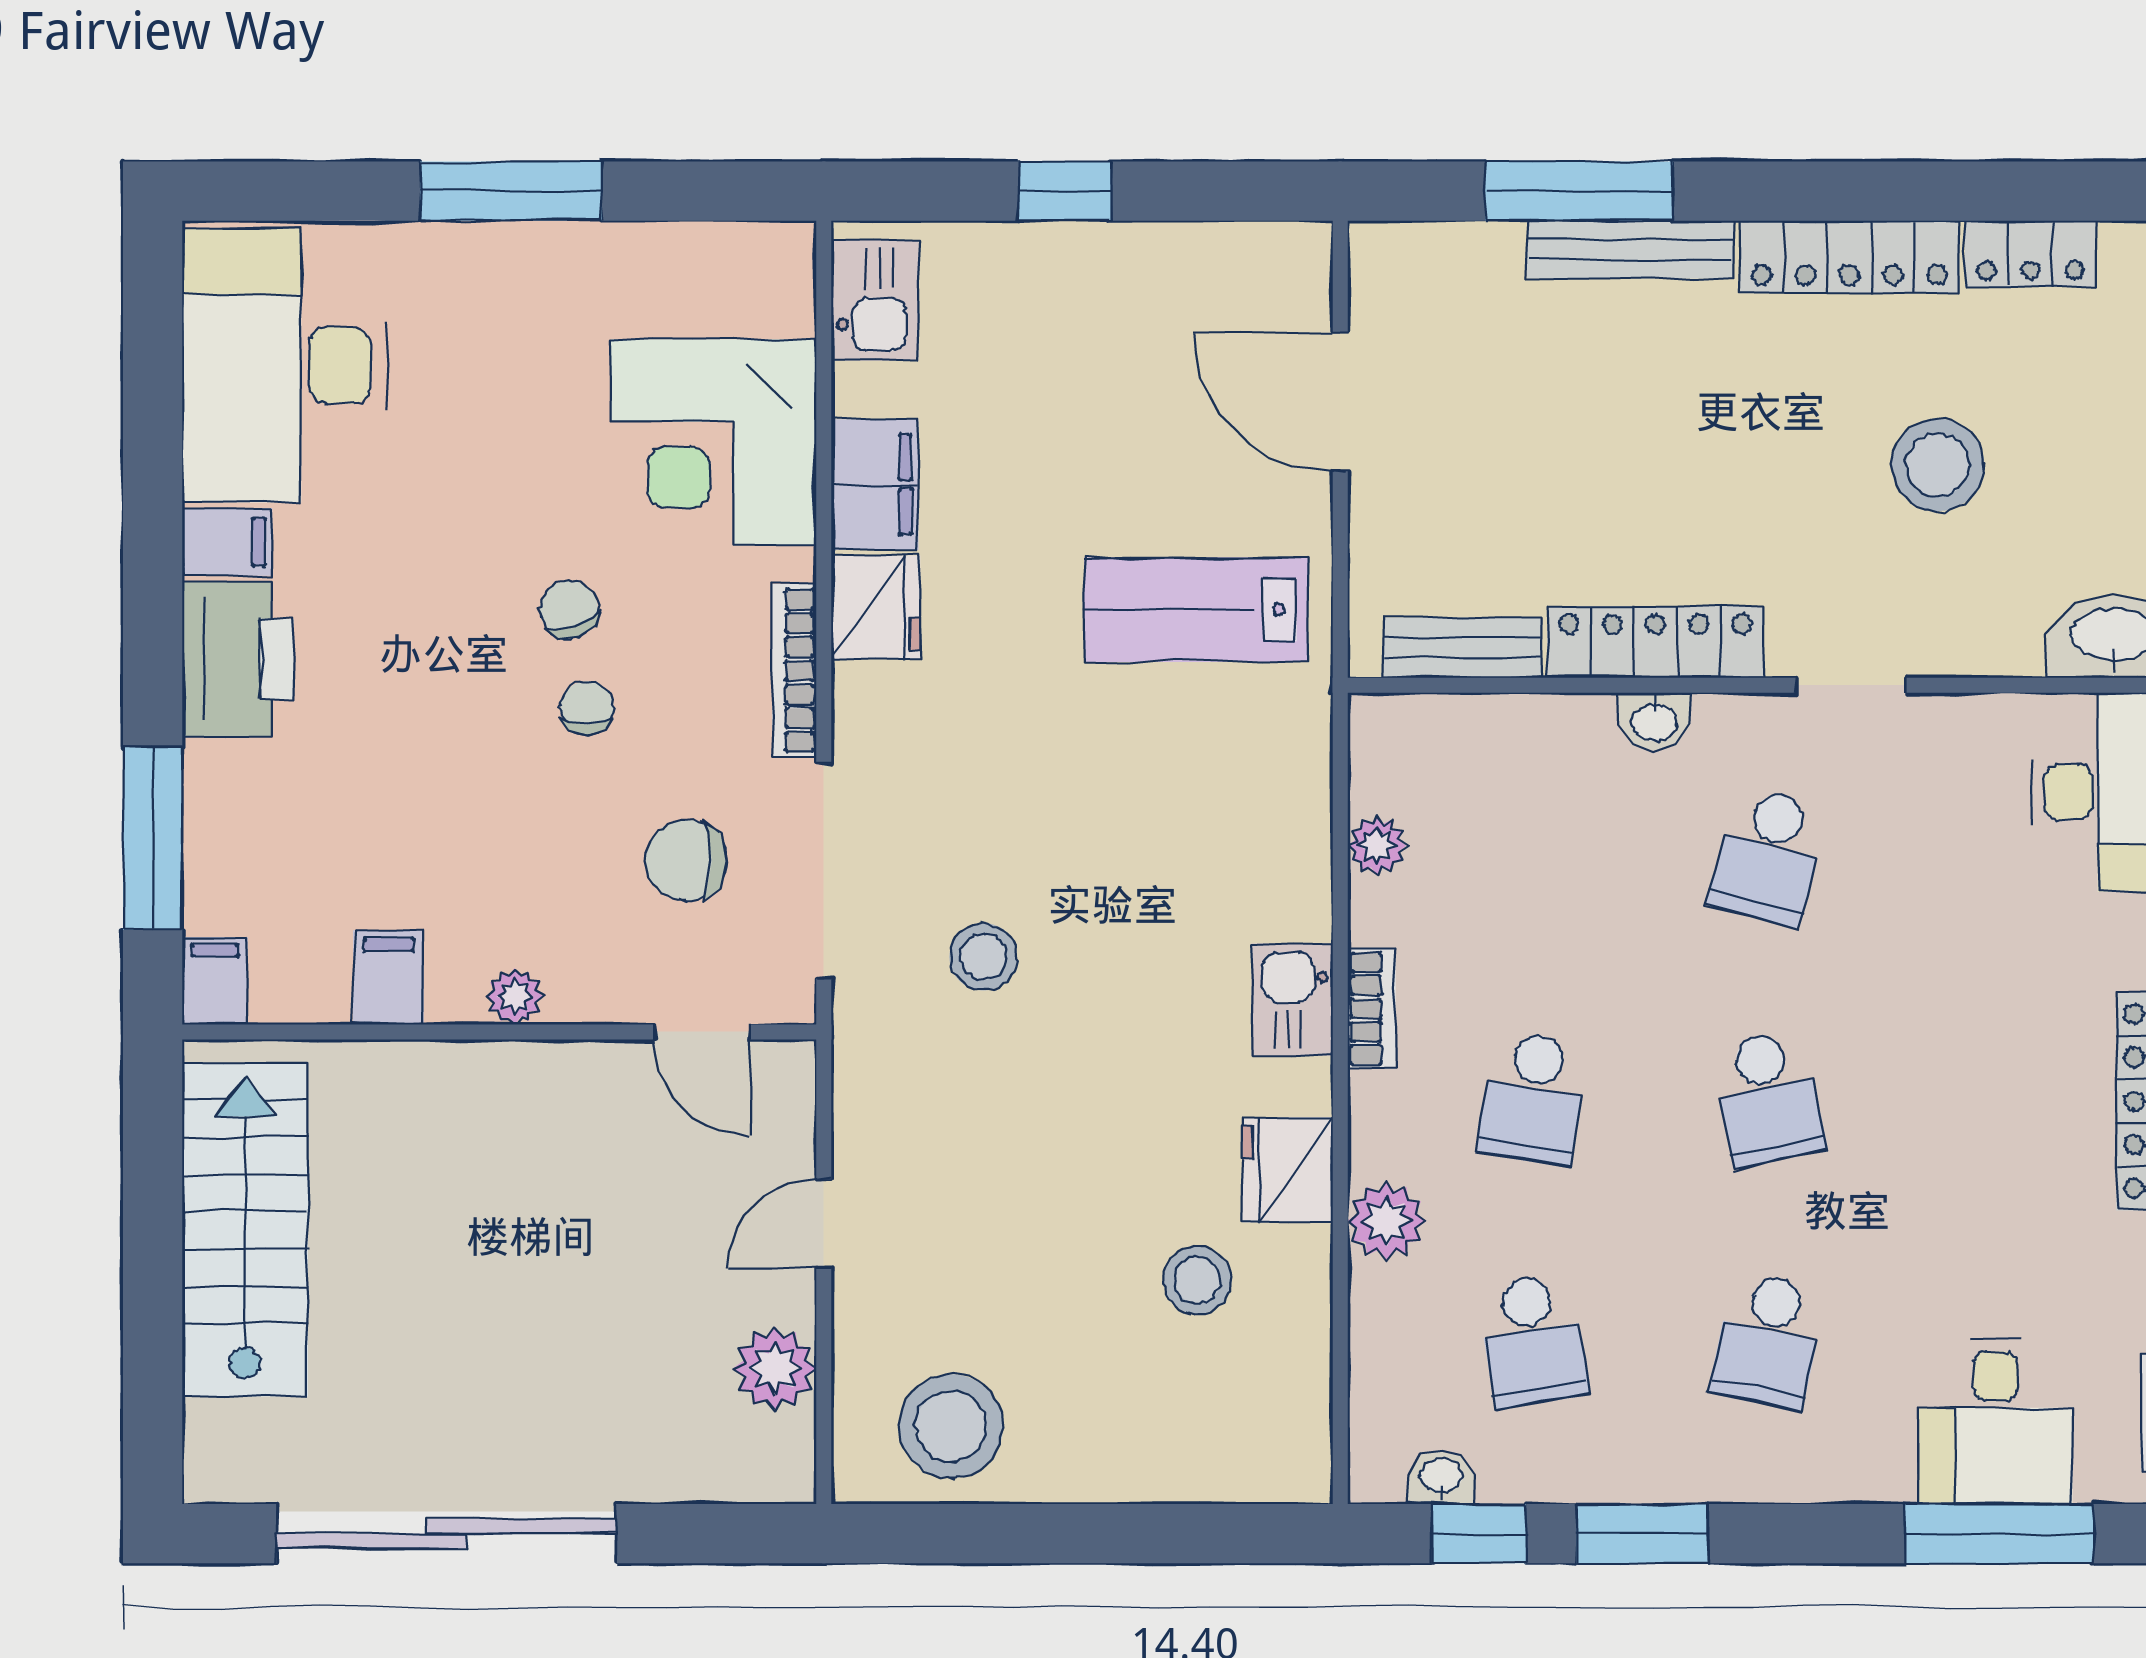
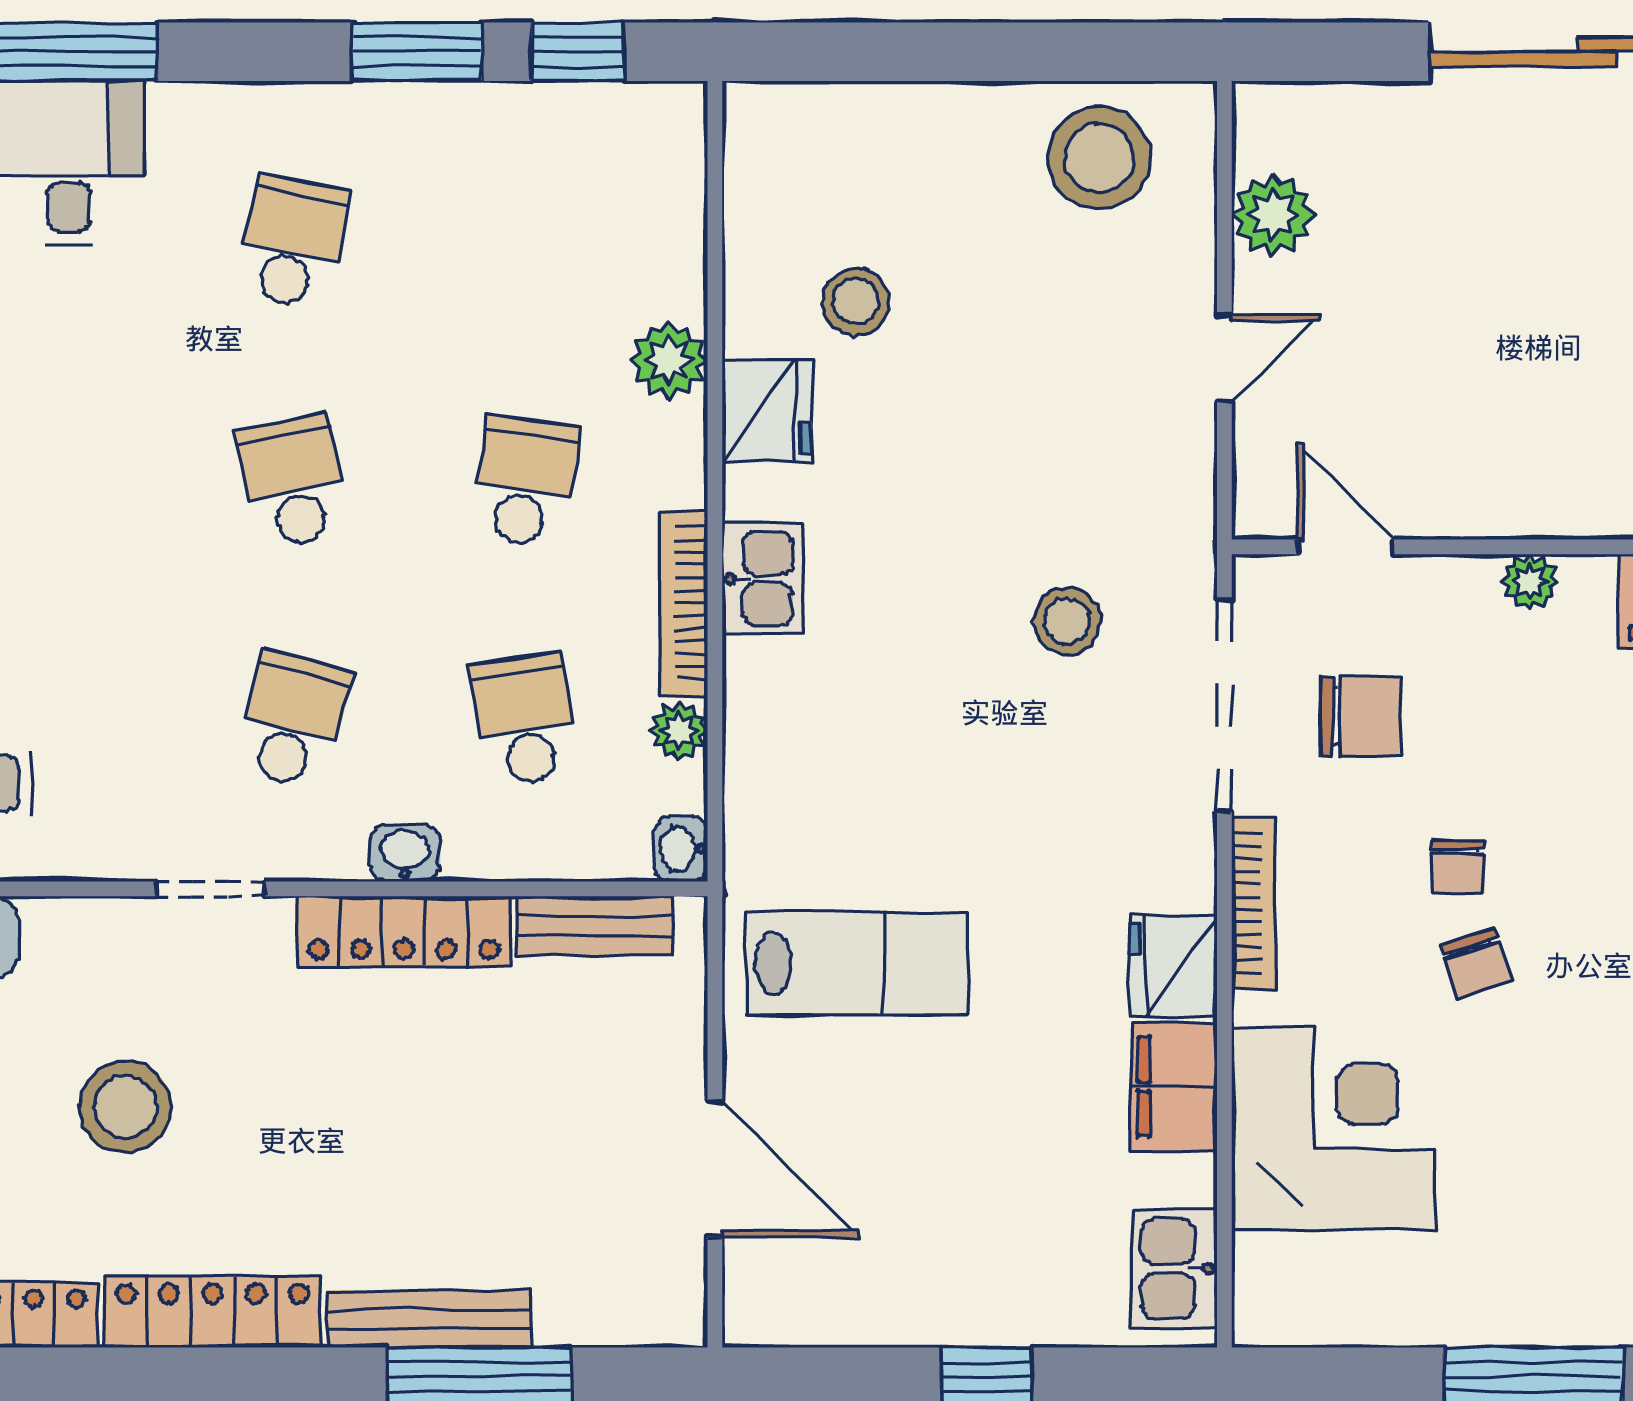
bookcase: (1372, 1009) -> (684, 603), width x1.56
school desk: (1533, 1340) -> (525, 720), moved
washbasin: (1441, 1477) -> (681, 849), moved, turned 90

